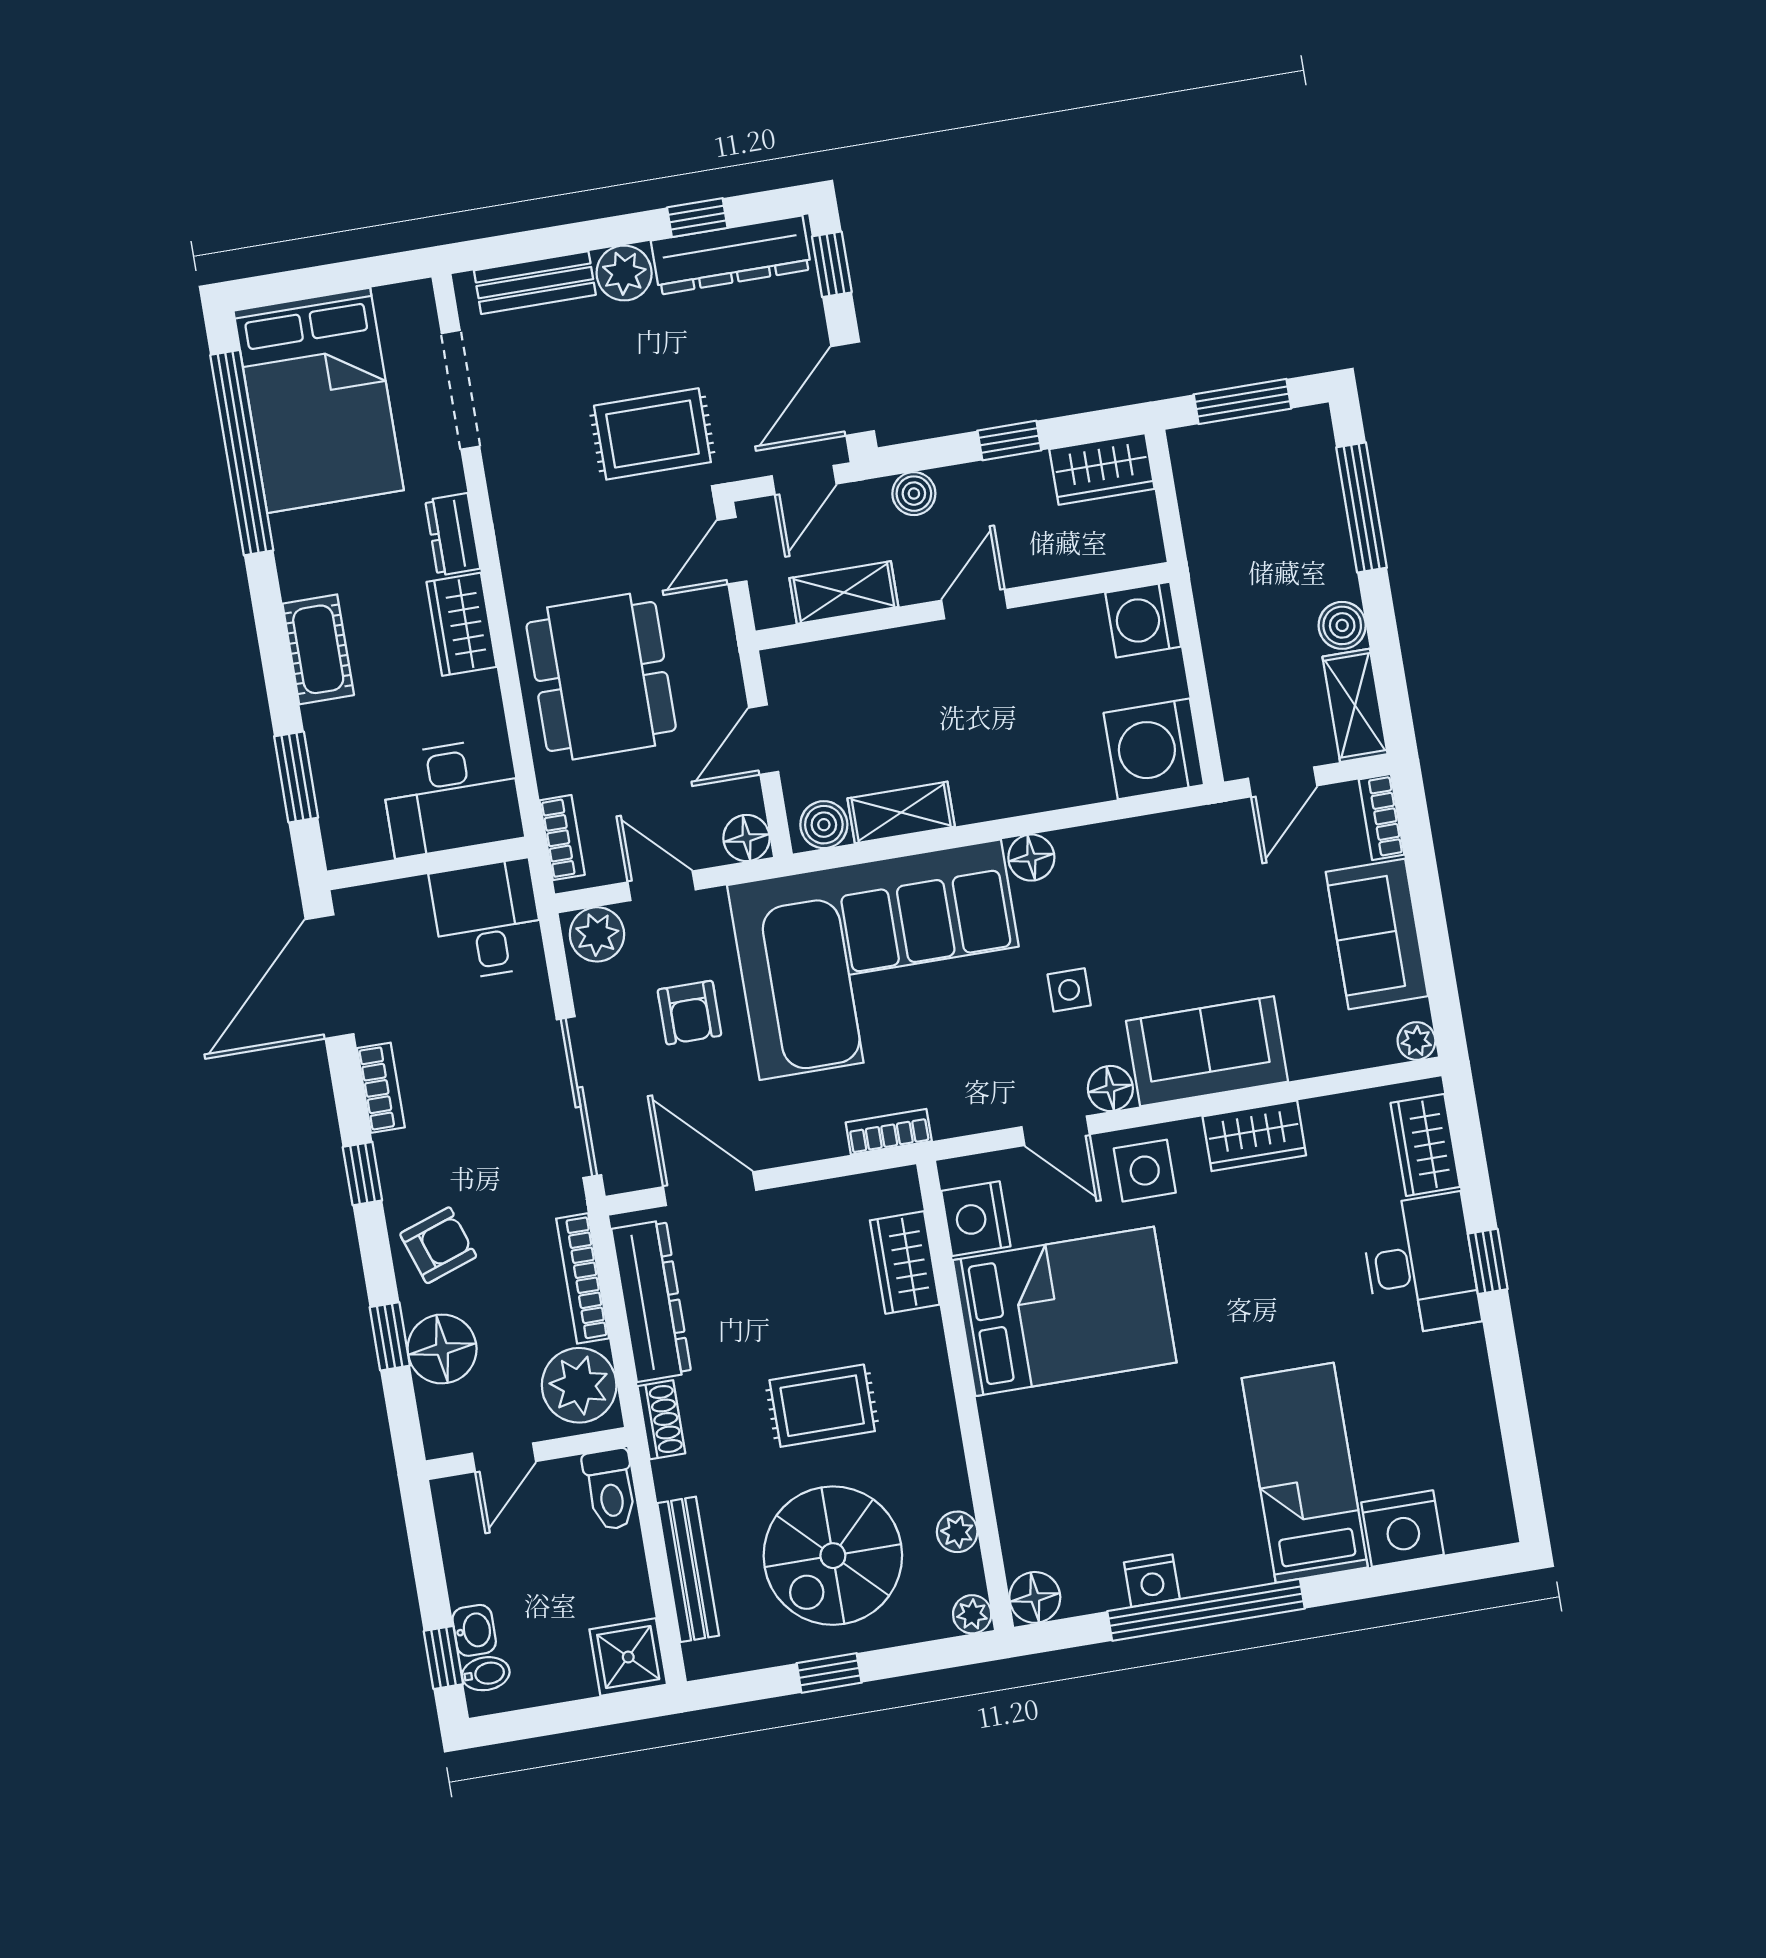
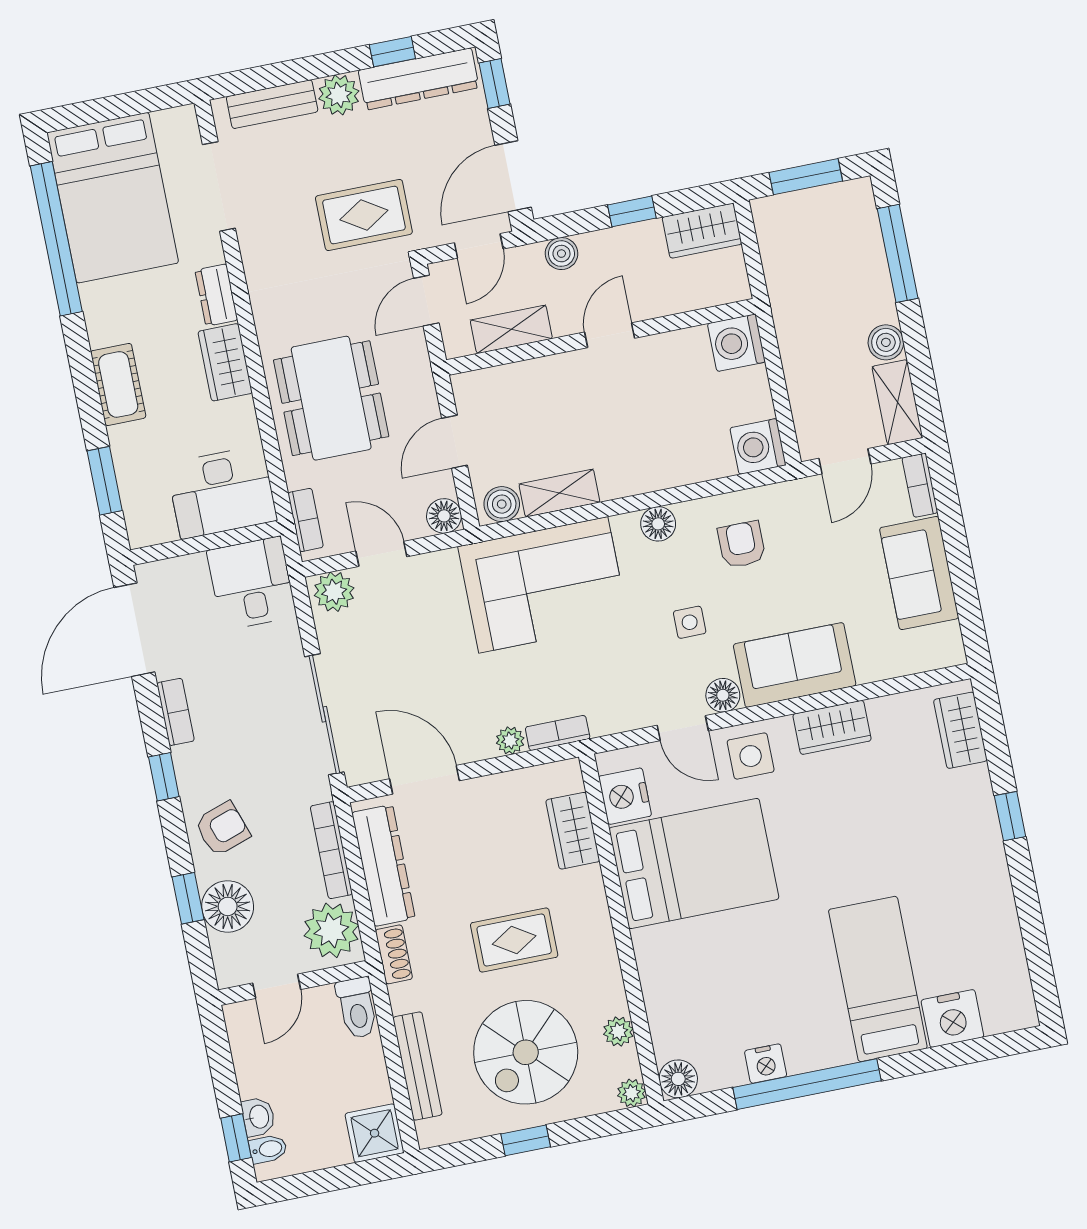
washing machine: (1154, 749) -> (758, 446), width x0.73, depth x0.73
corner sofa: (880, 960) -> (543, 585), width x0.73, depth x0.74
armchair: (689, 1013) -> (742, 544), moved, turned 180
plant: (1416, 1041) -> (510, 741), moved
desk: (1420, 1265) -> (960, 820), removed

